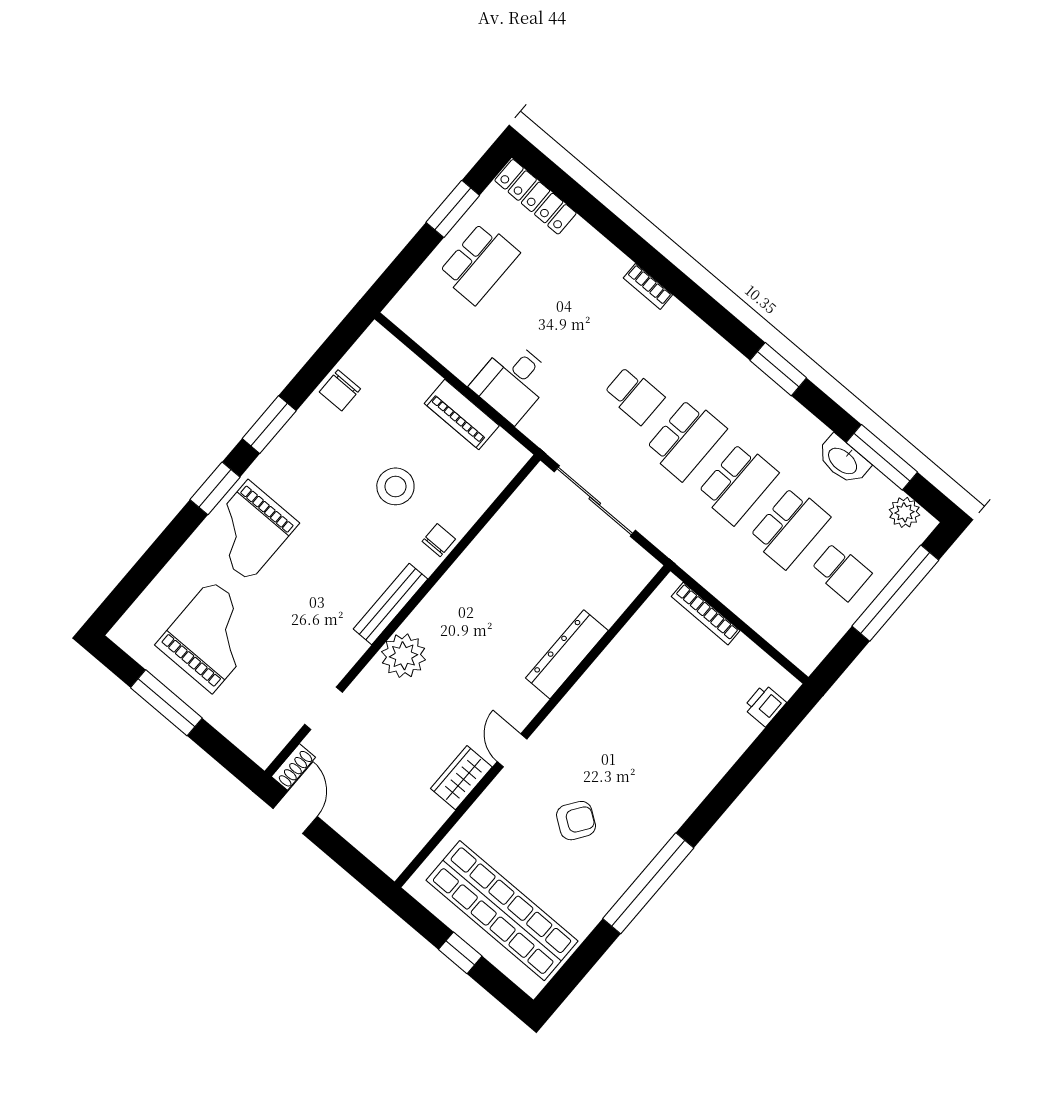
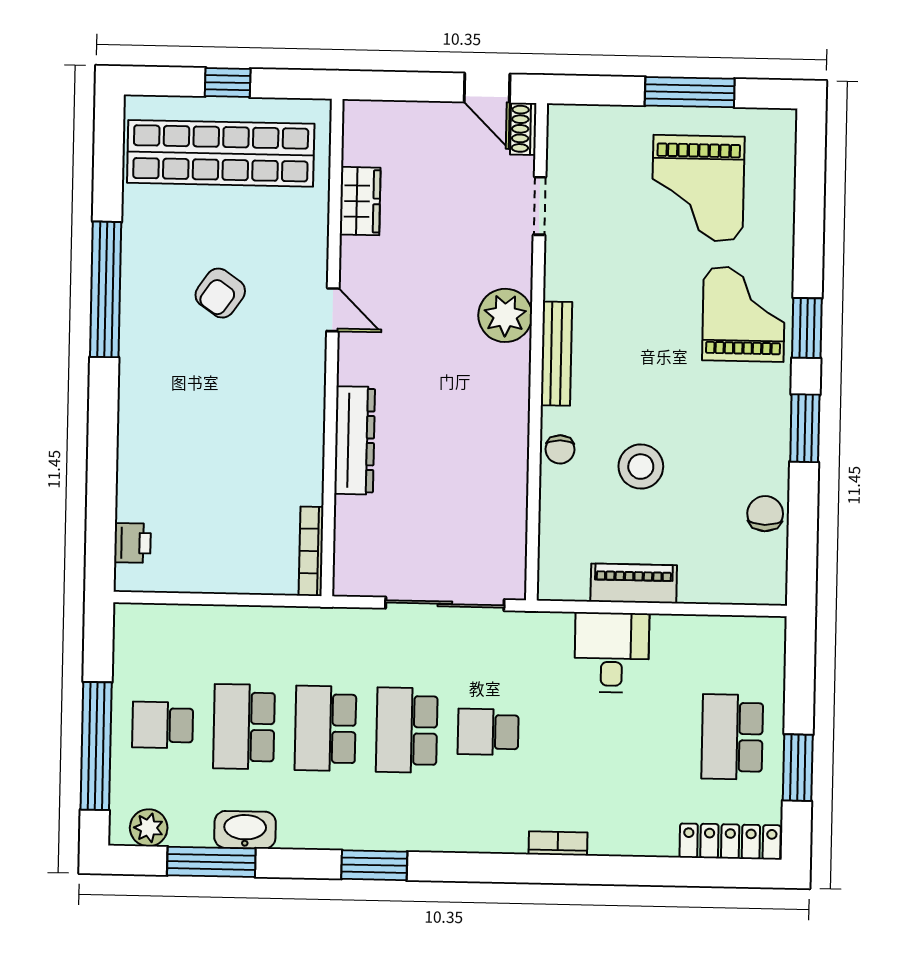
bookcase: (706, 614) -> (311, 551), moved, turned -90
wardrobe: (461, 778) -> (360, 201), moved

